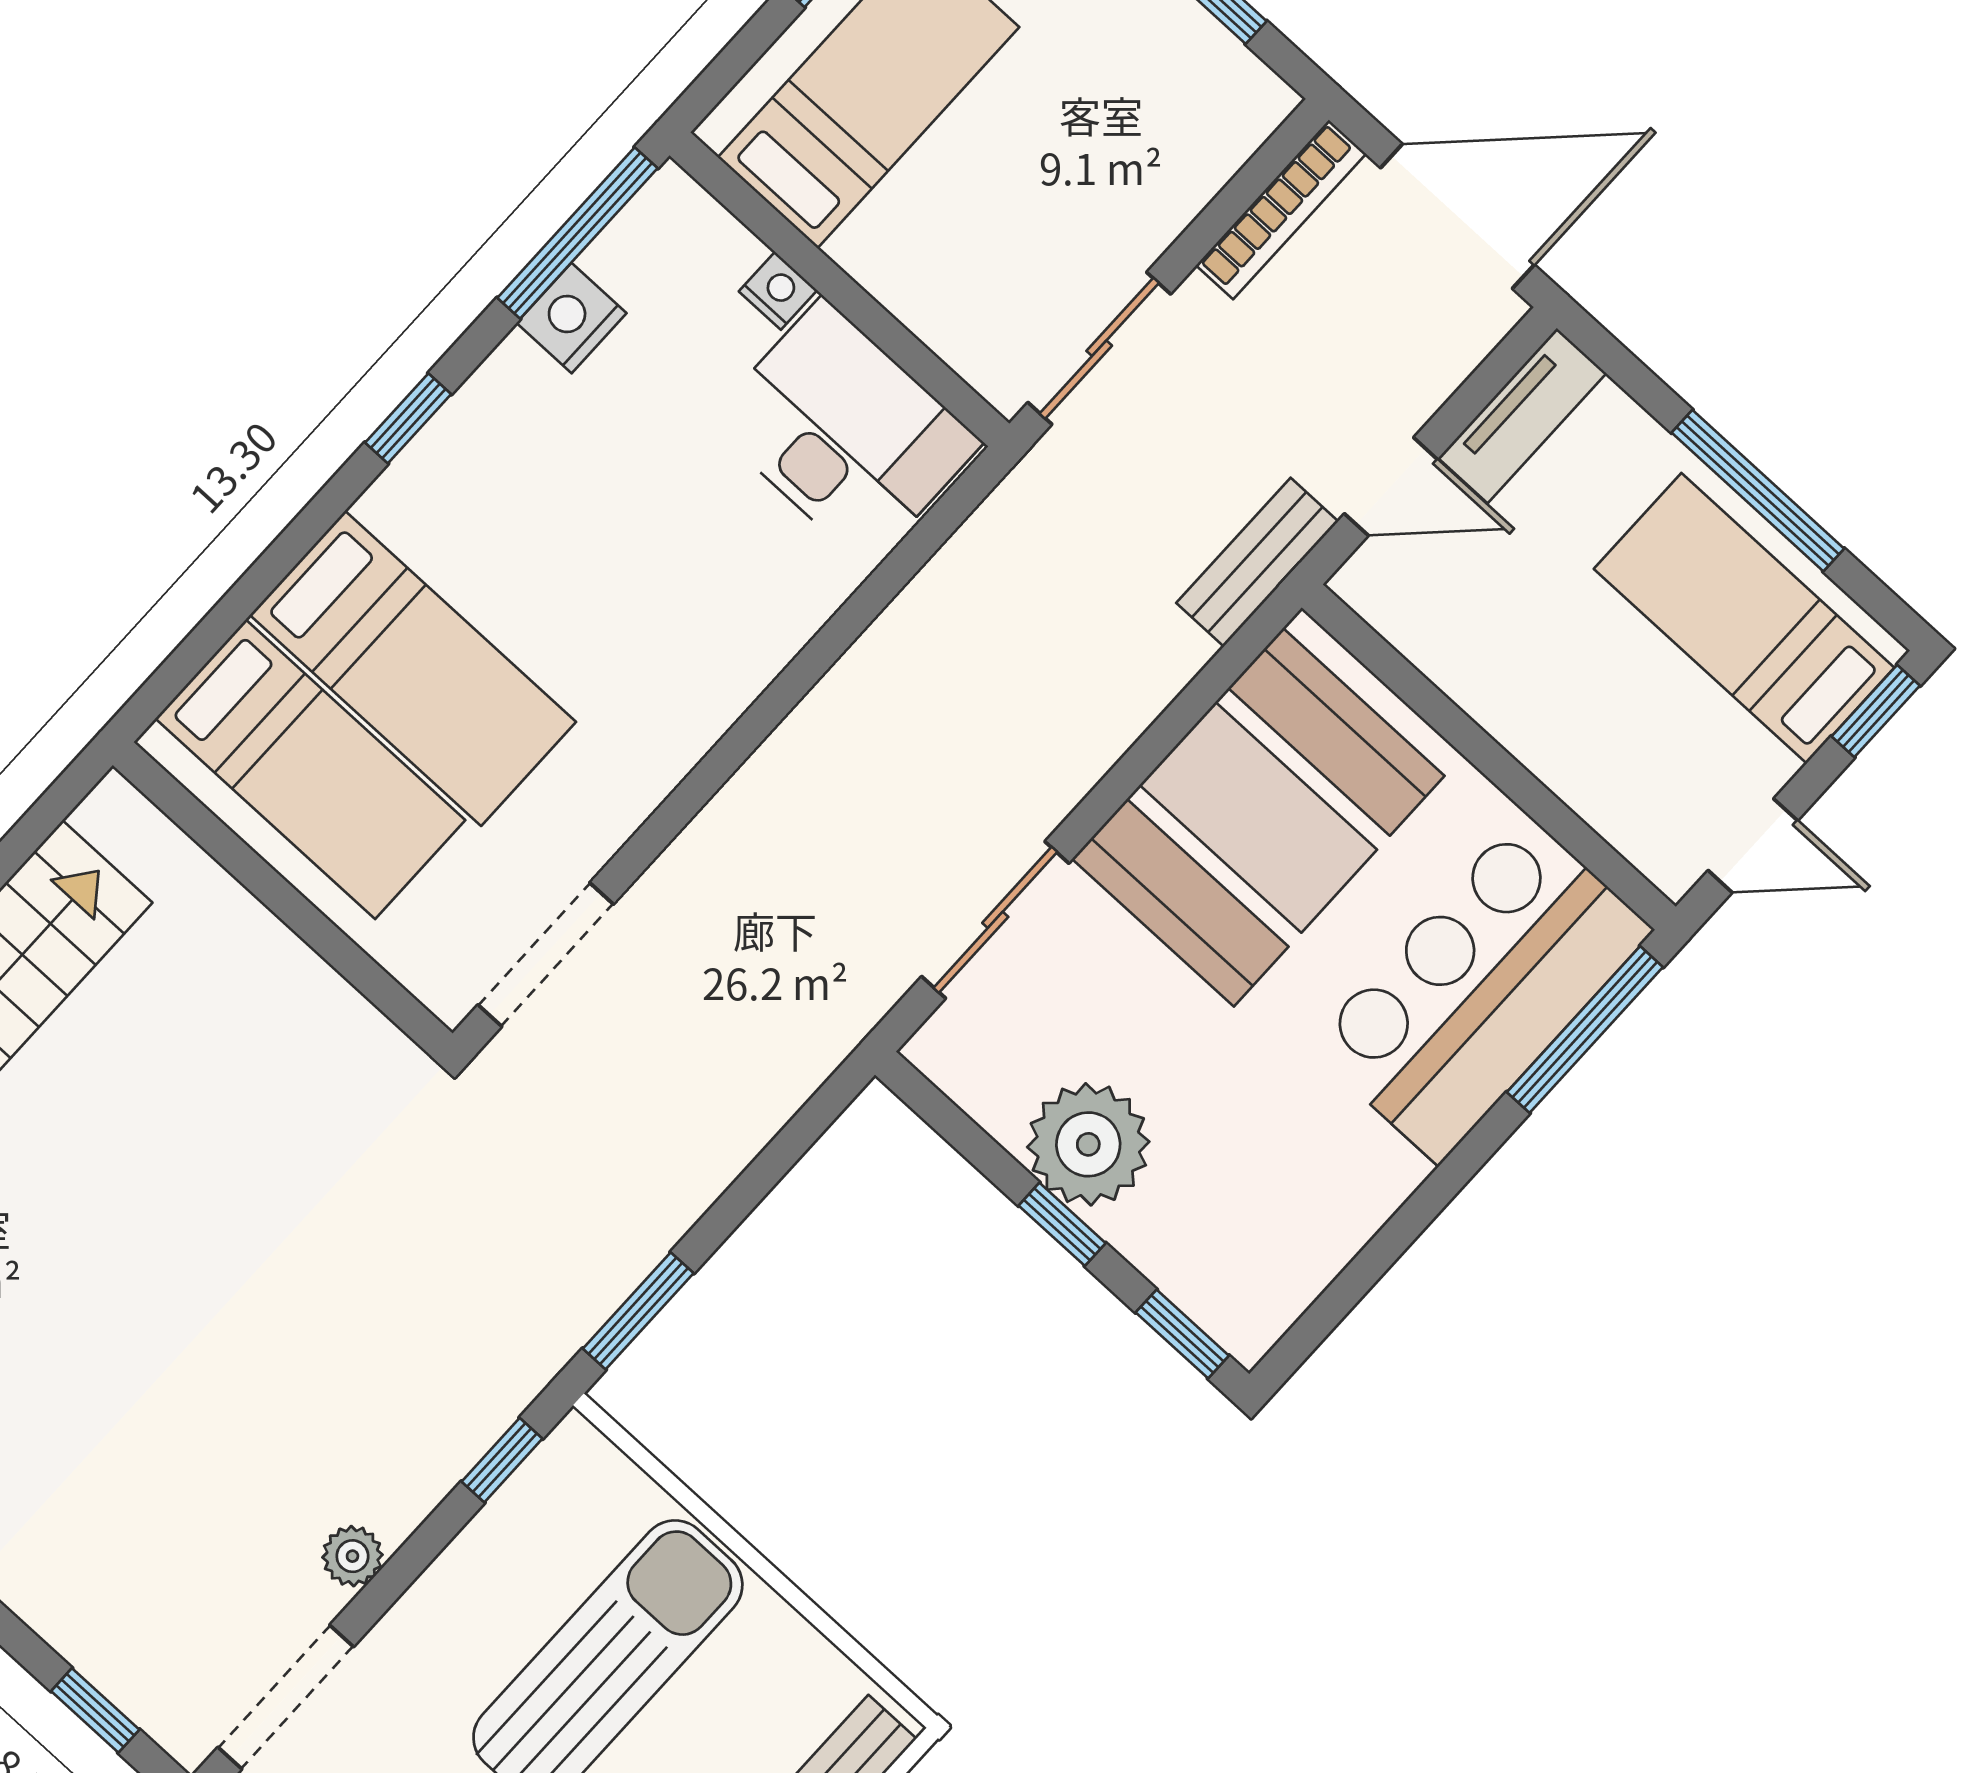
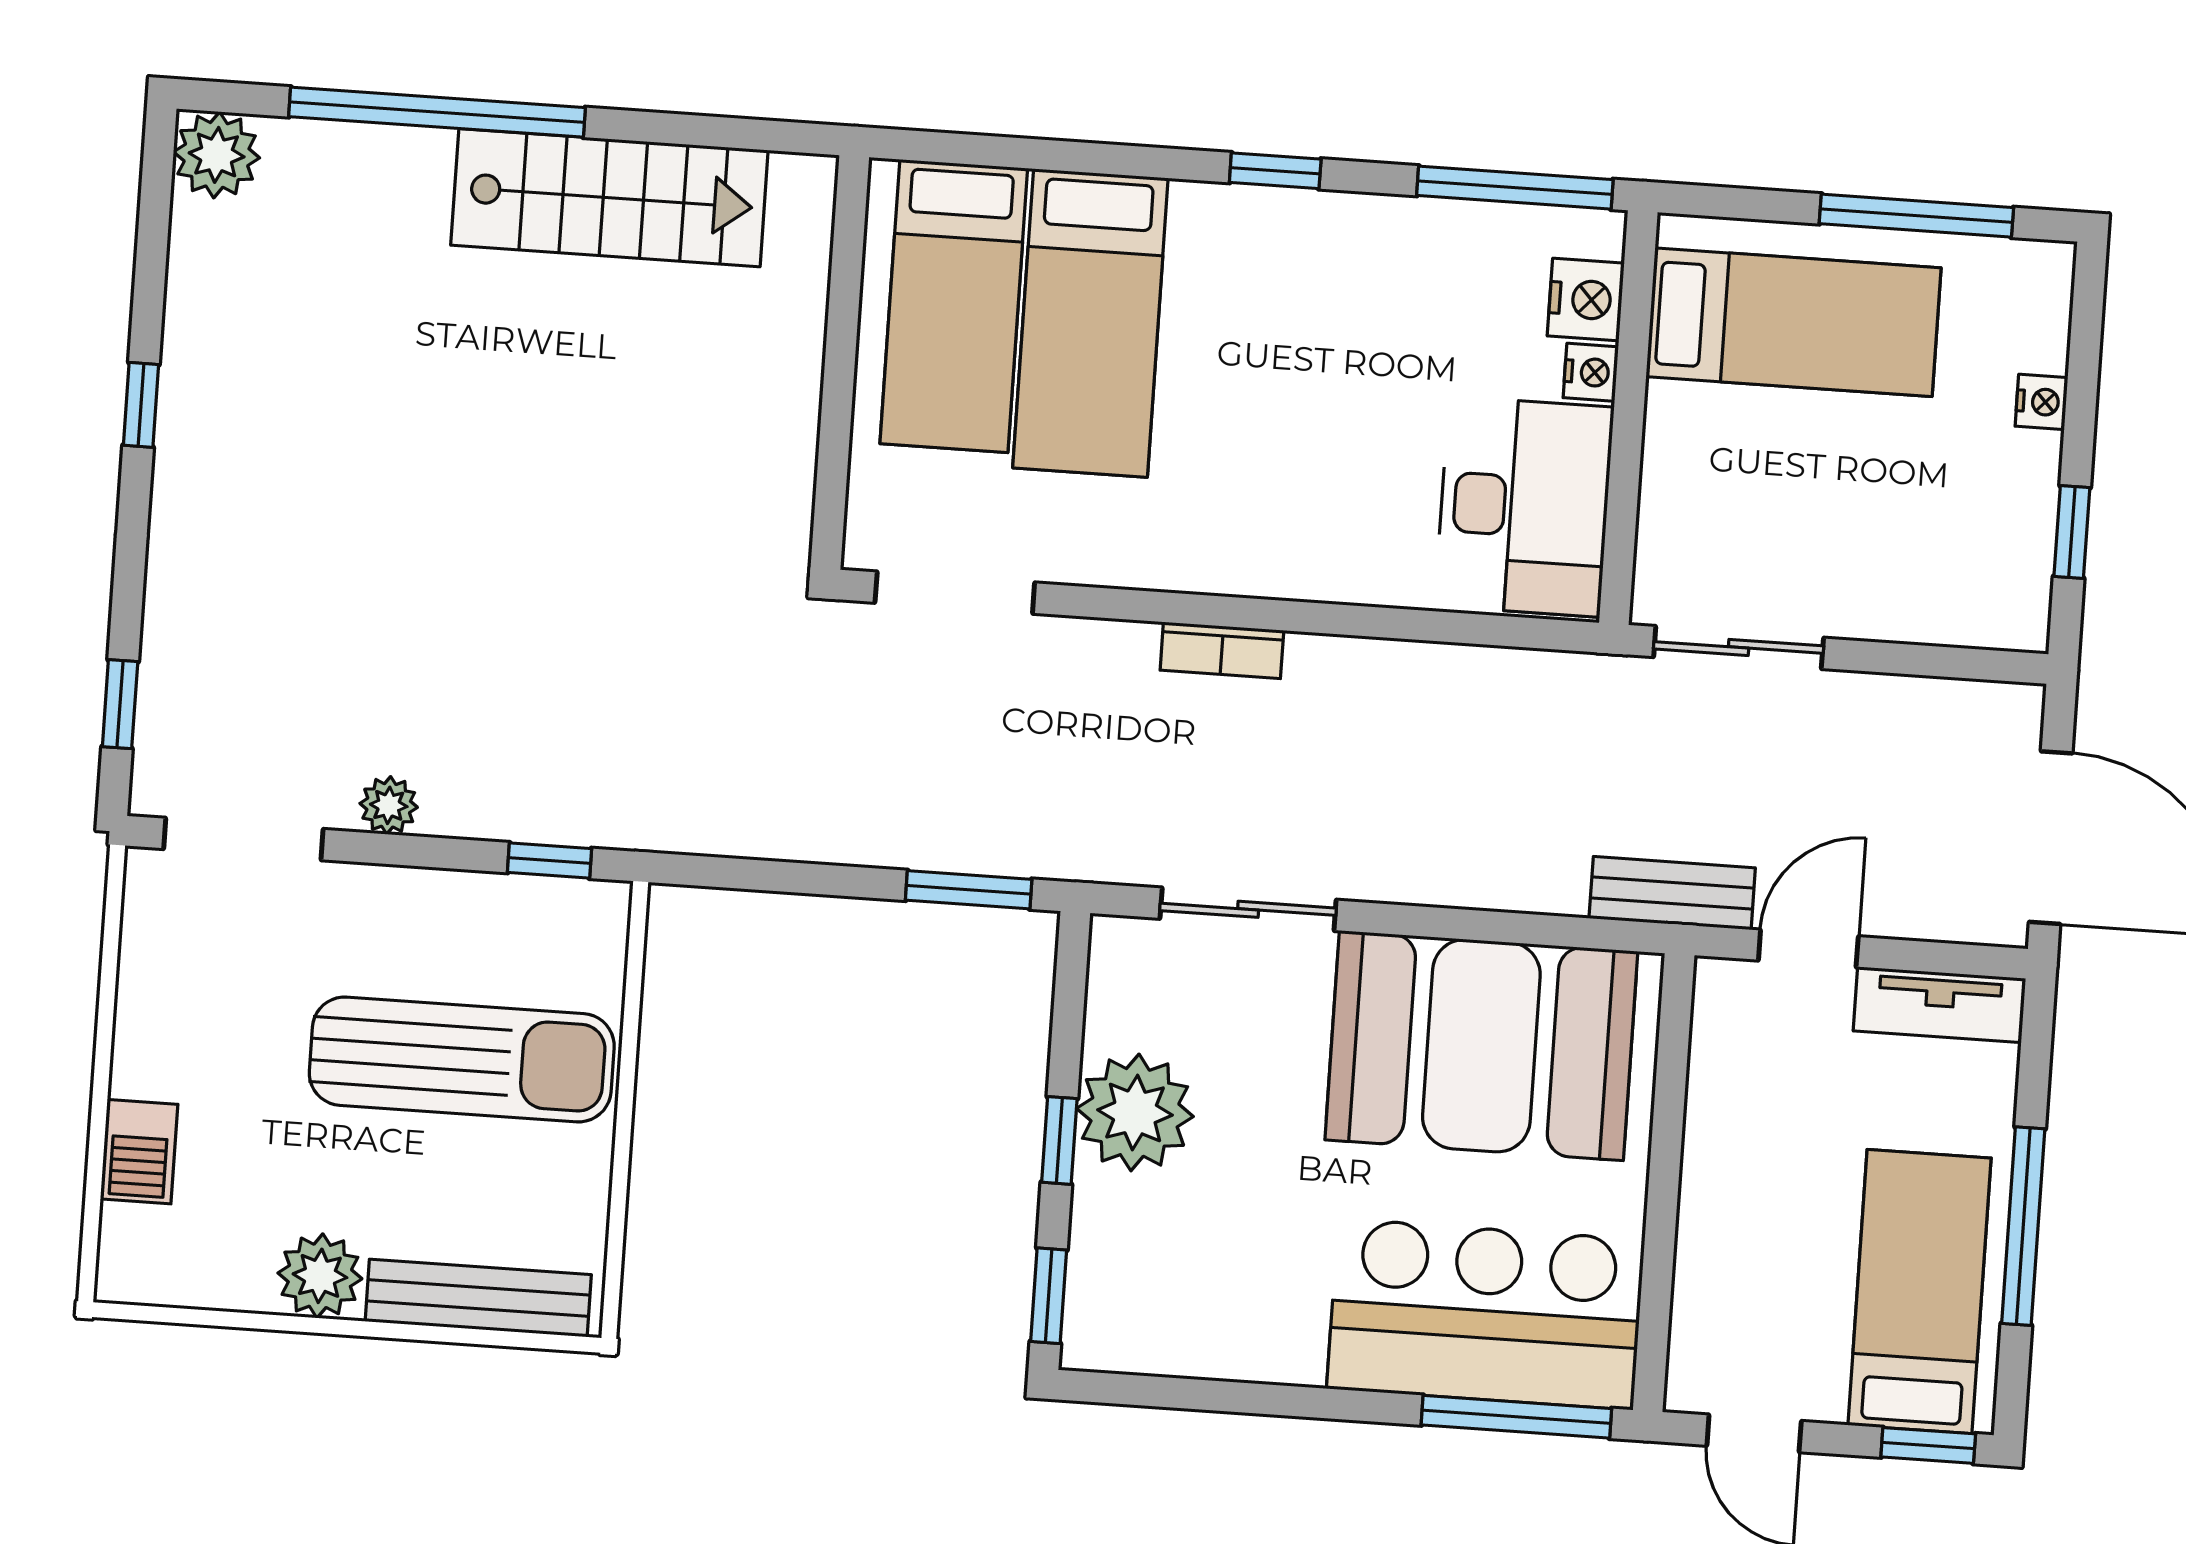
bookcase: (1281, 210) -> (1222, 650), moved, width x0.64
nightstand: (571, 318) -> (1586, 300), moved, turned 90
door: (1391, 487) -> (1808, 948), swing flipped
window: (638, 1311) -> (969, 890), moved

